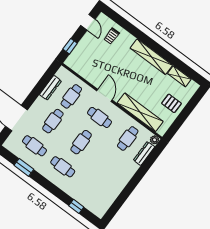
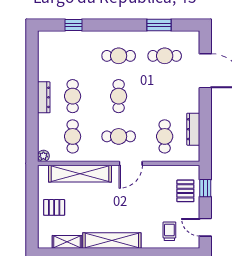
pallet: (83, 54) -> (185, 191), added
door: (104, 95) -> (131, 163), hinge flipped
cafe table: (53, 121) -> (73, 96), moved
dresser: (144, 153) -> (44, 97), moved

